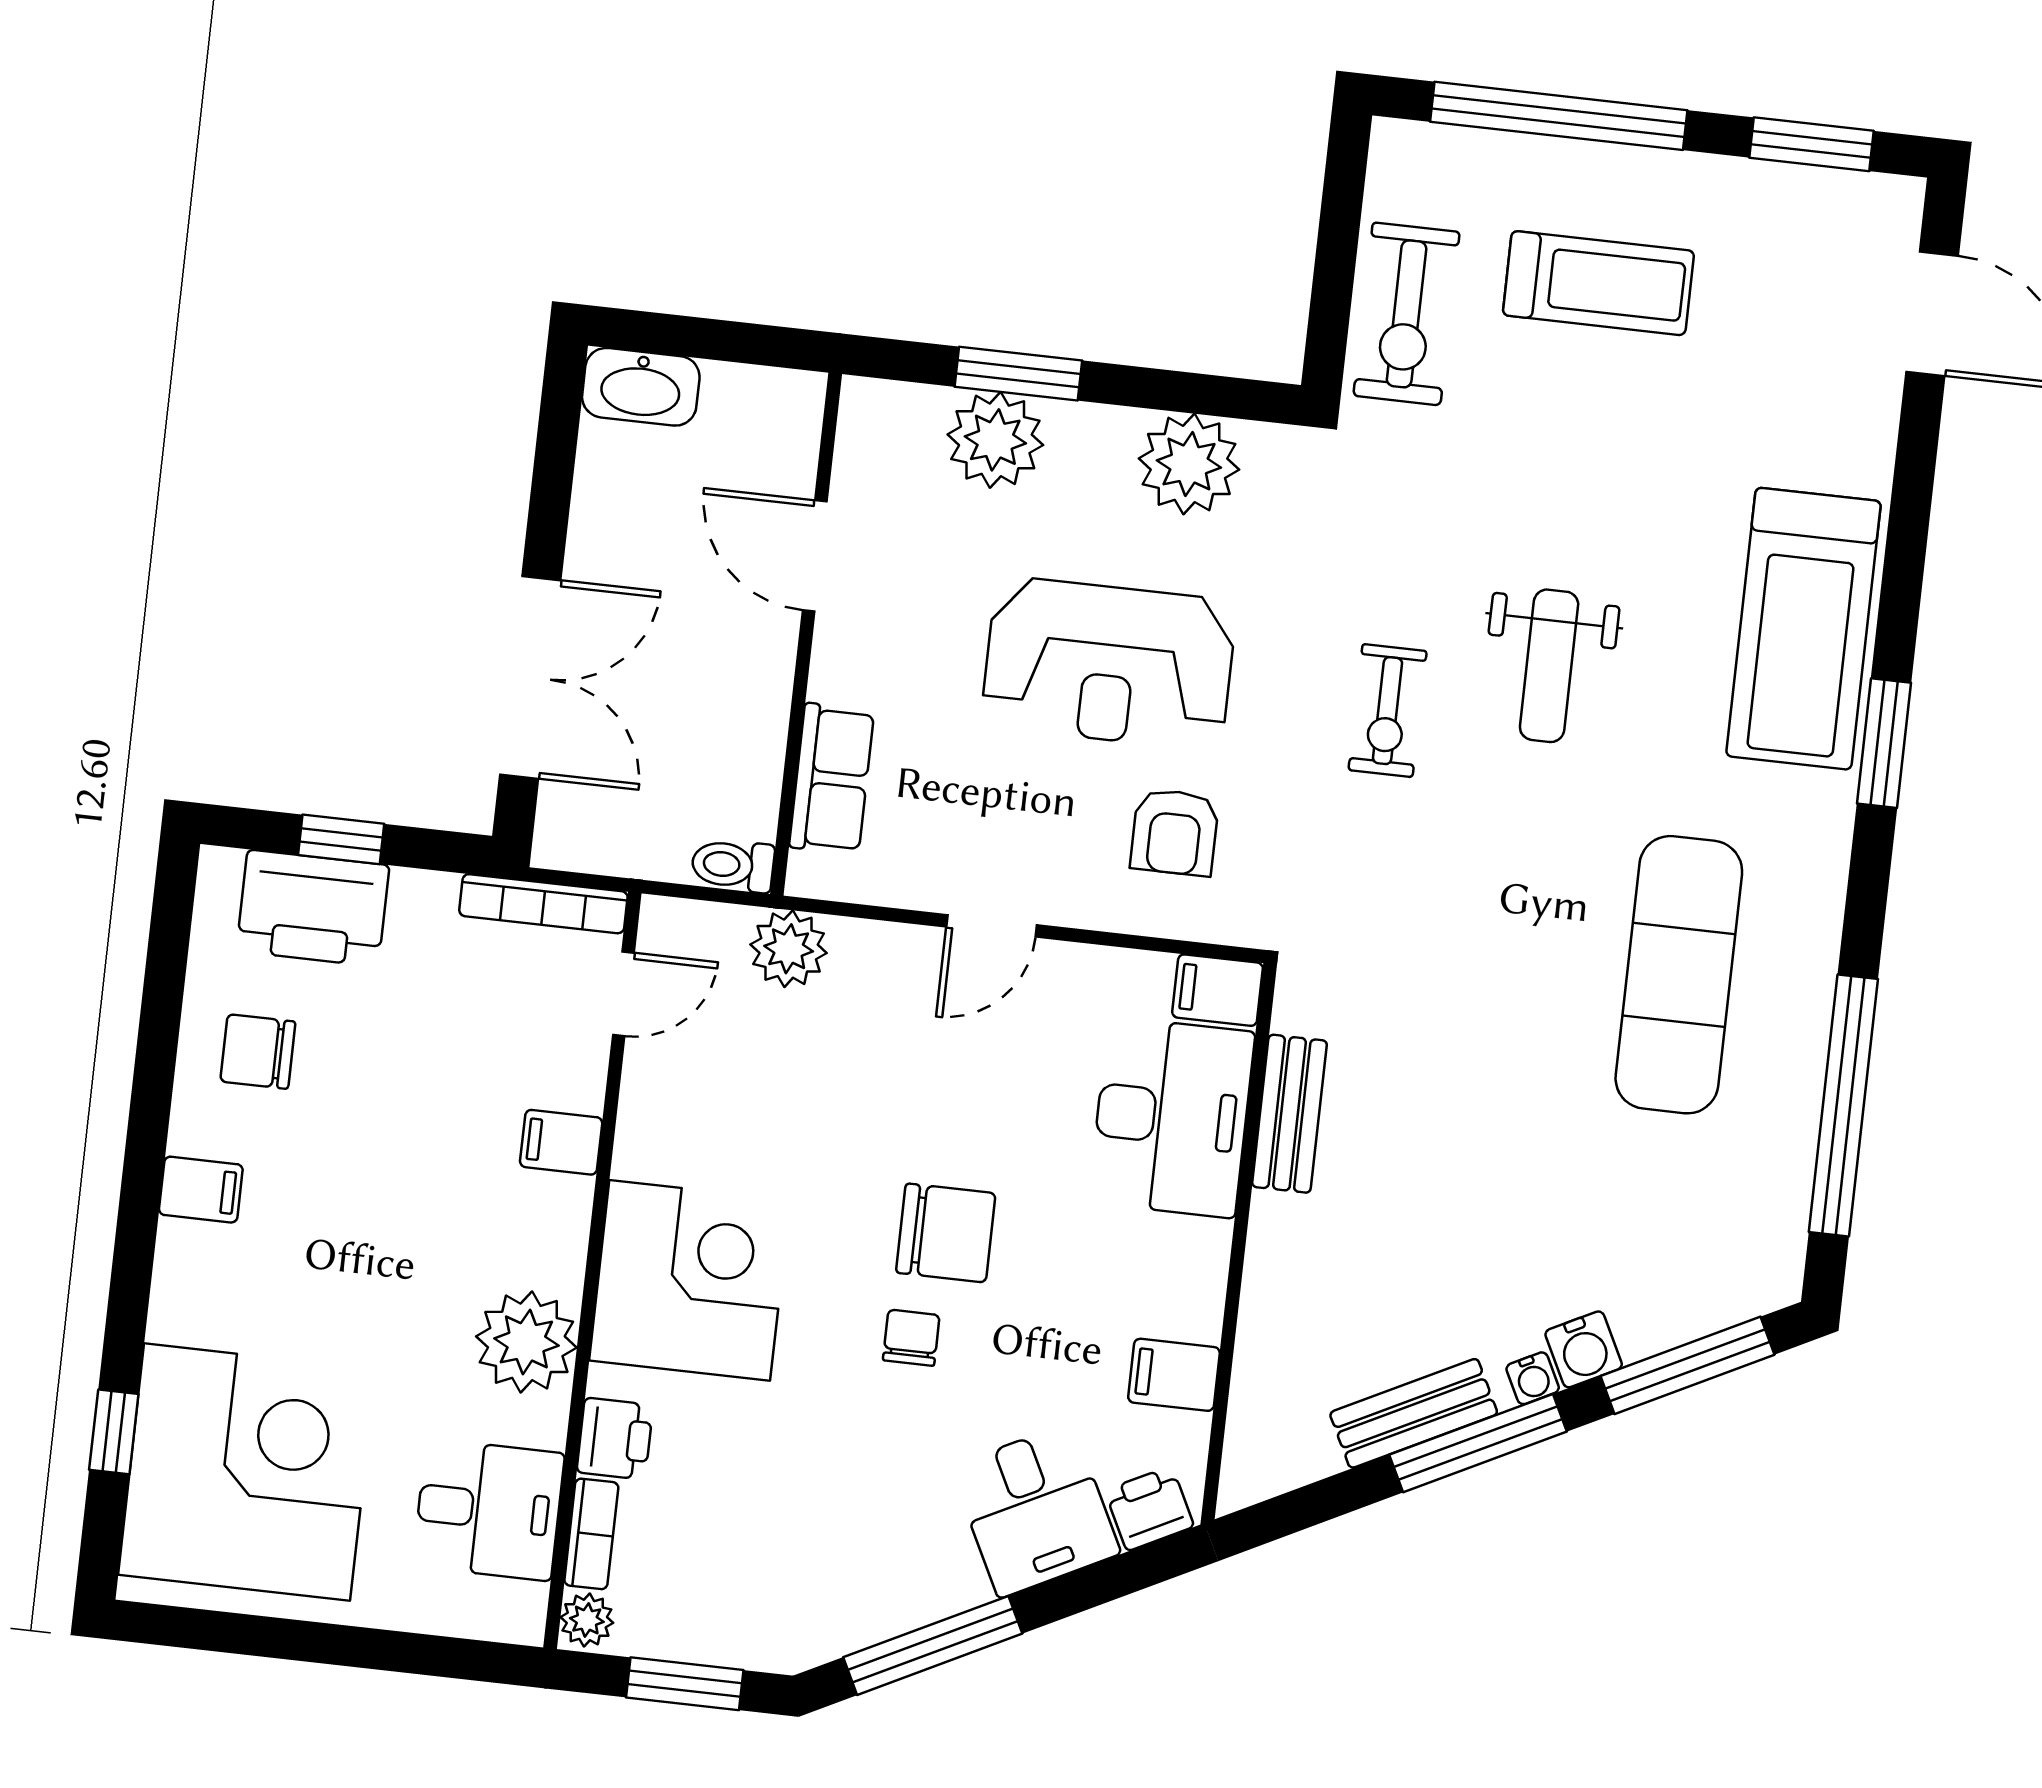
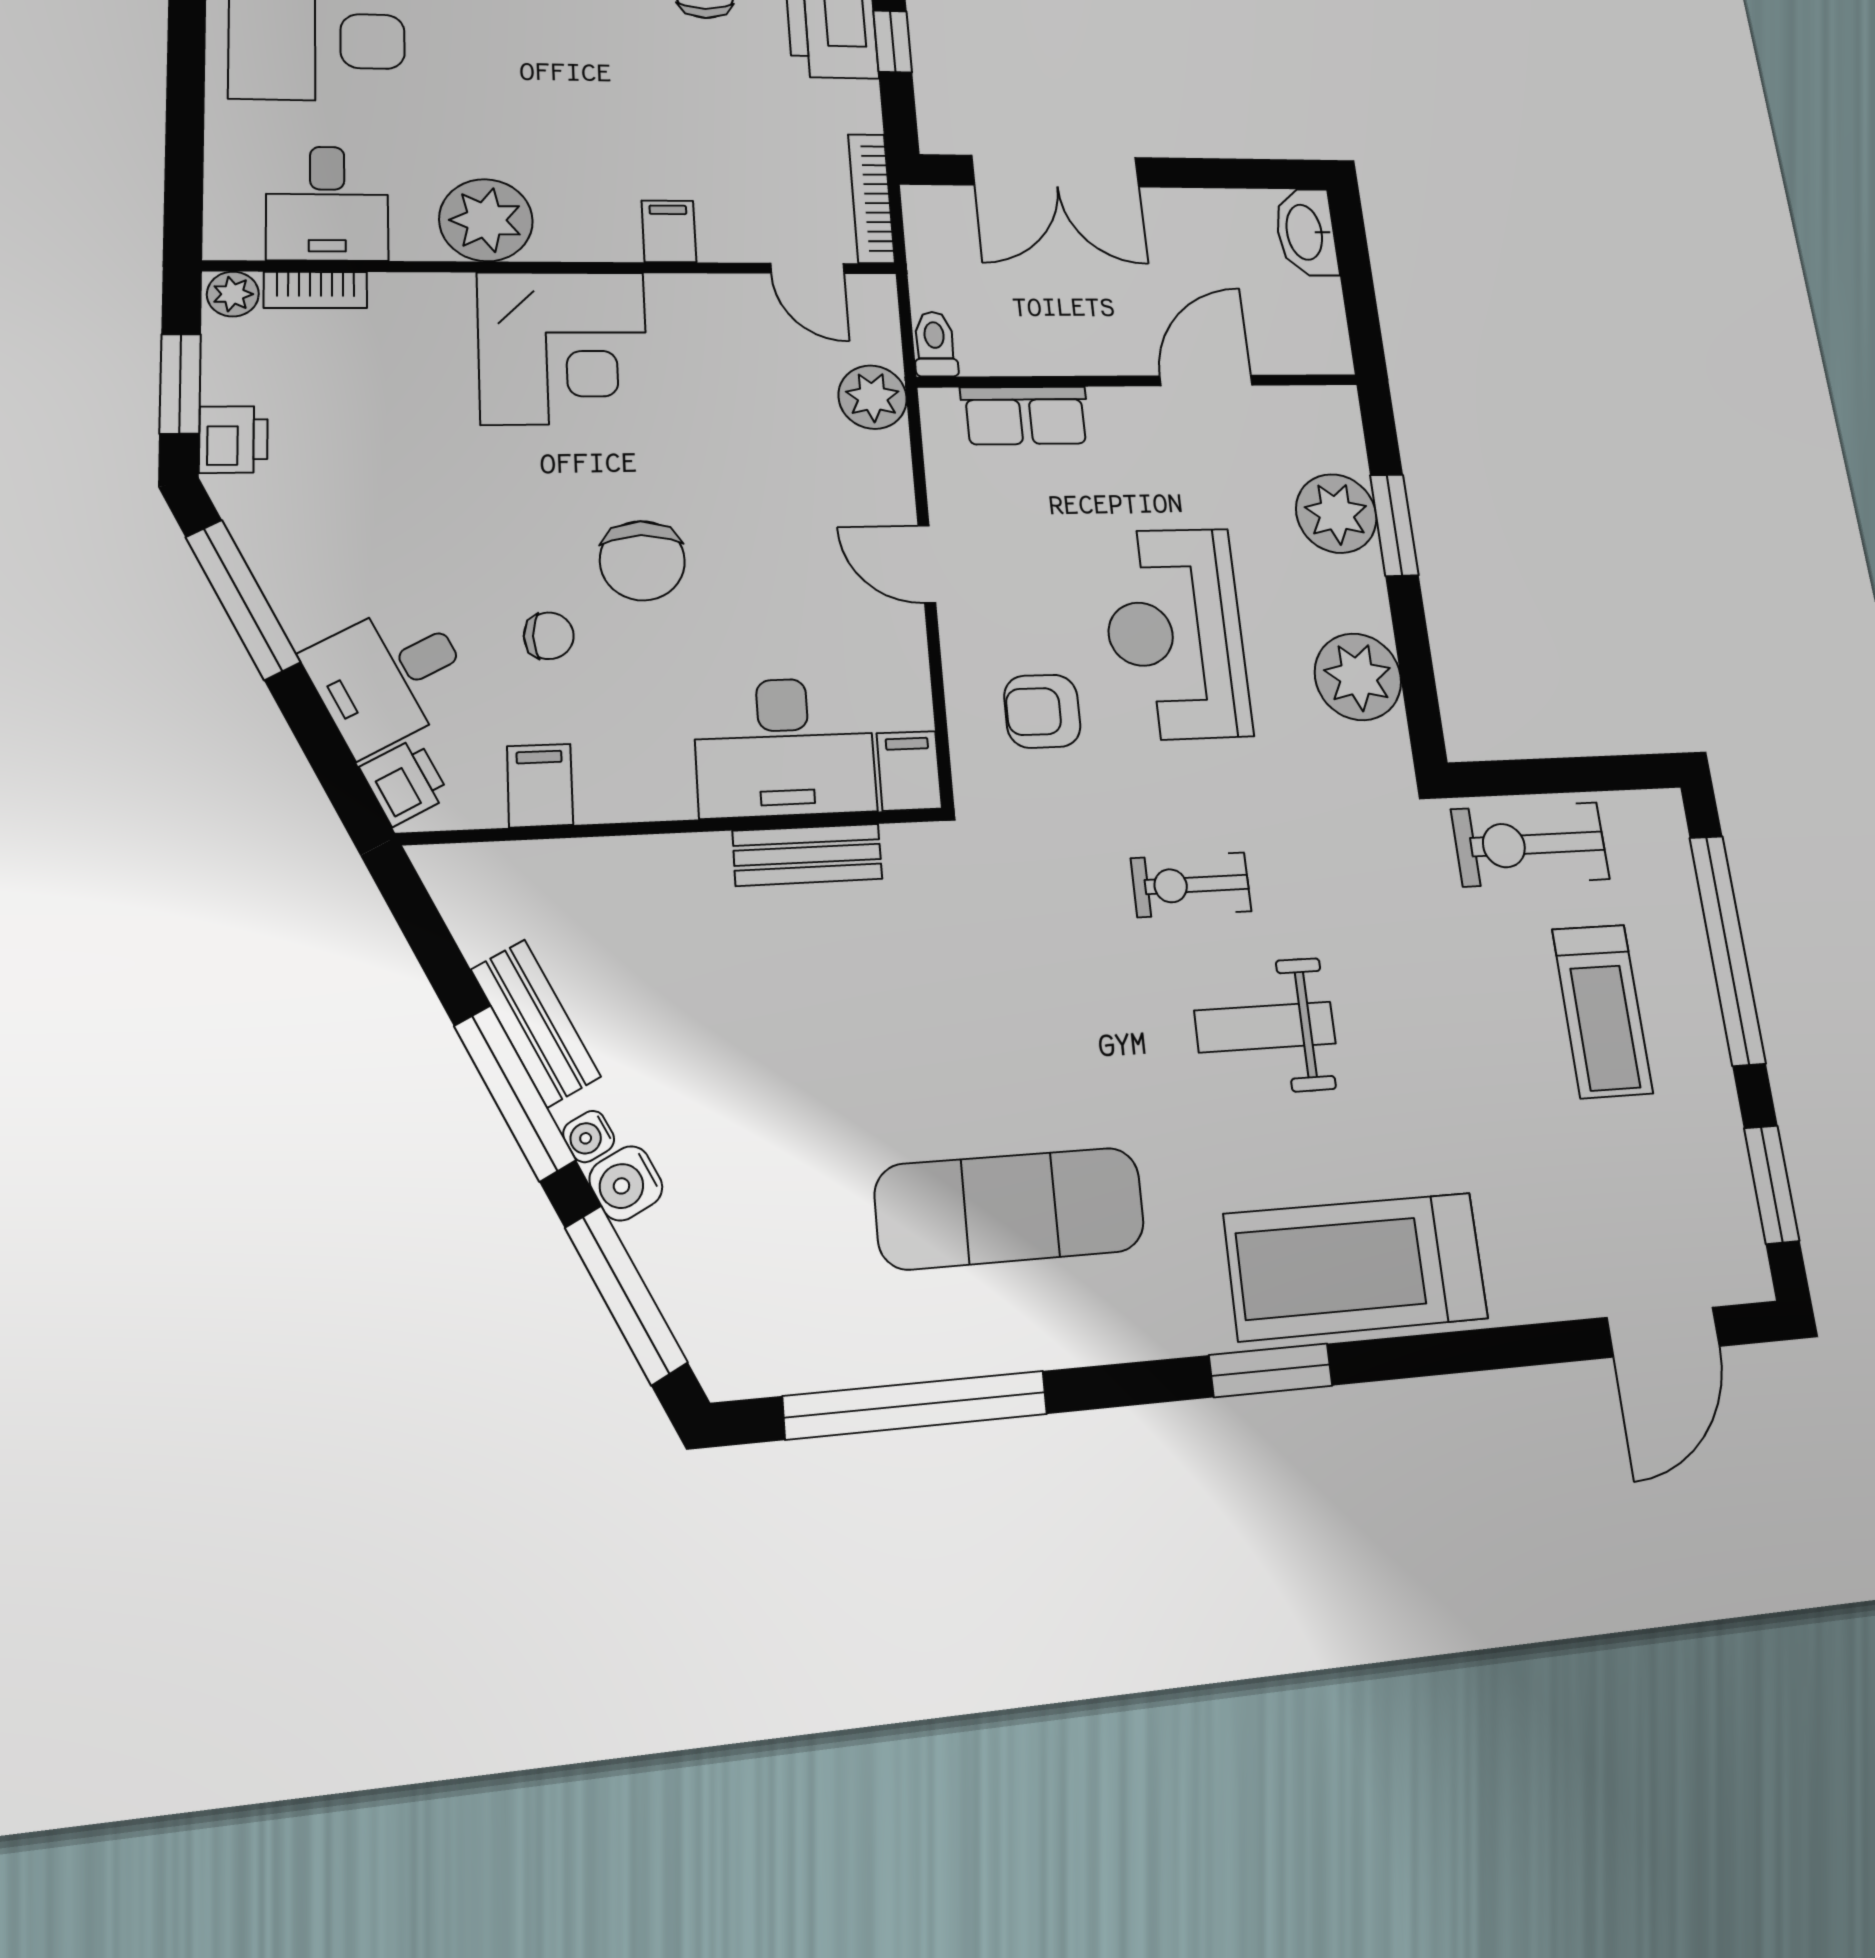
chair: (911, 1338) -> (549, 636), moved
printer: (615, 1439) -> (233, 439), moved, turned -90

